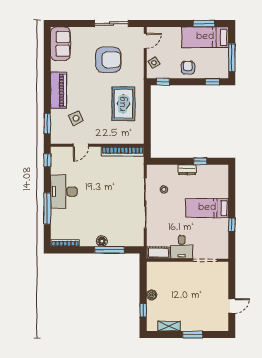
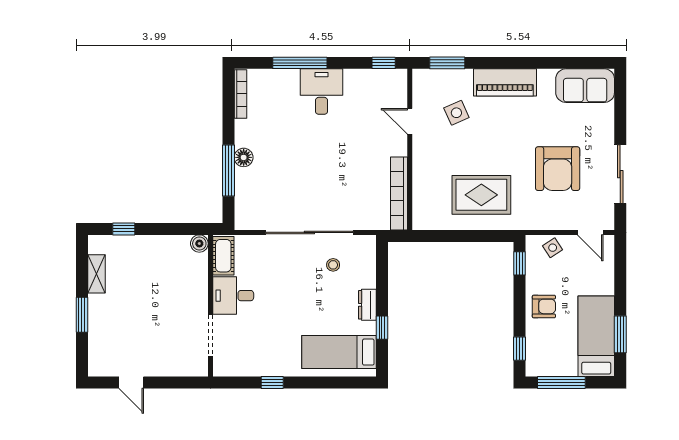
desk: (64, 192) -> (322, 92), width x0.73
bed: (207, 208) -> (339, 352), moved, turned -90
boiler: (152, 295) -> (199, 244), moved

